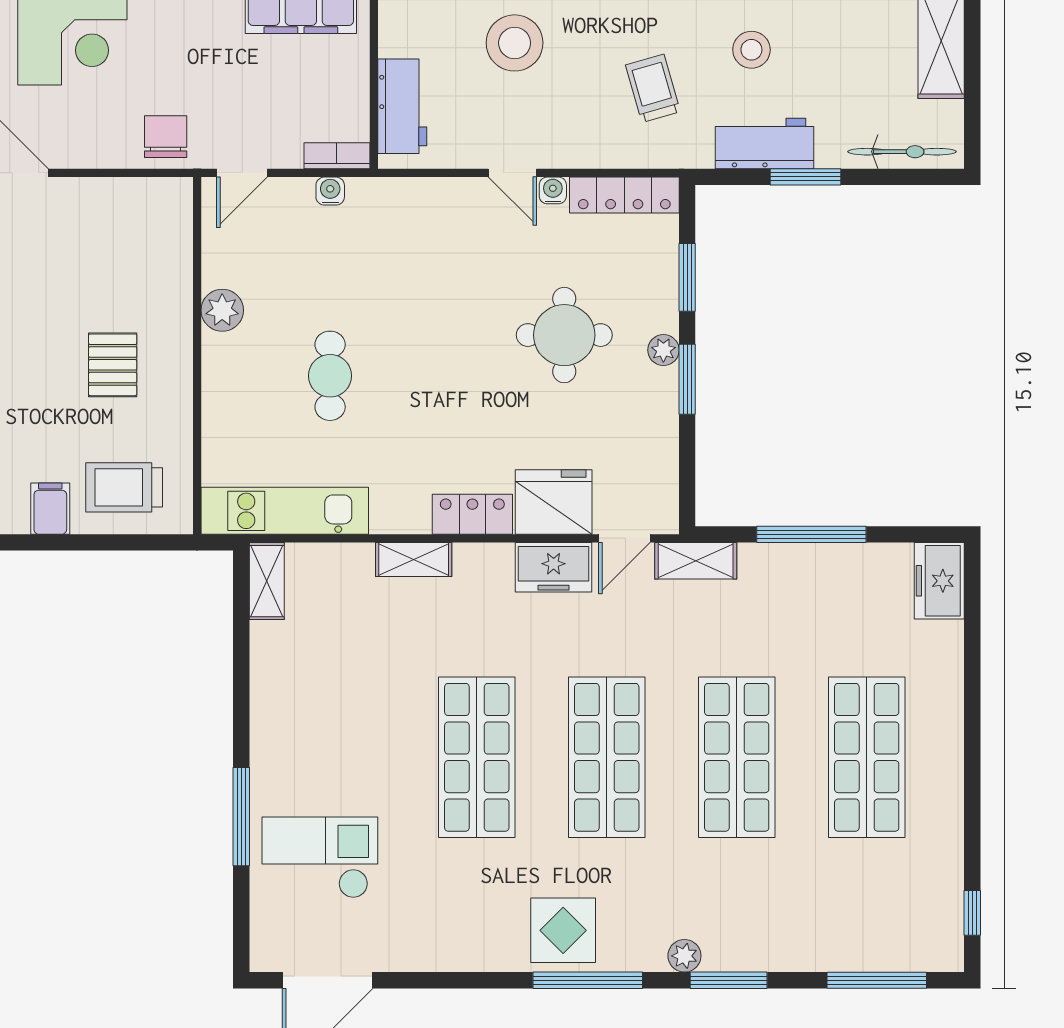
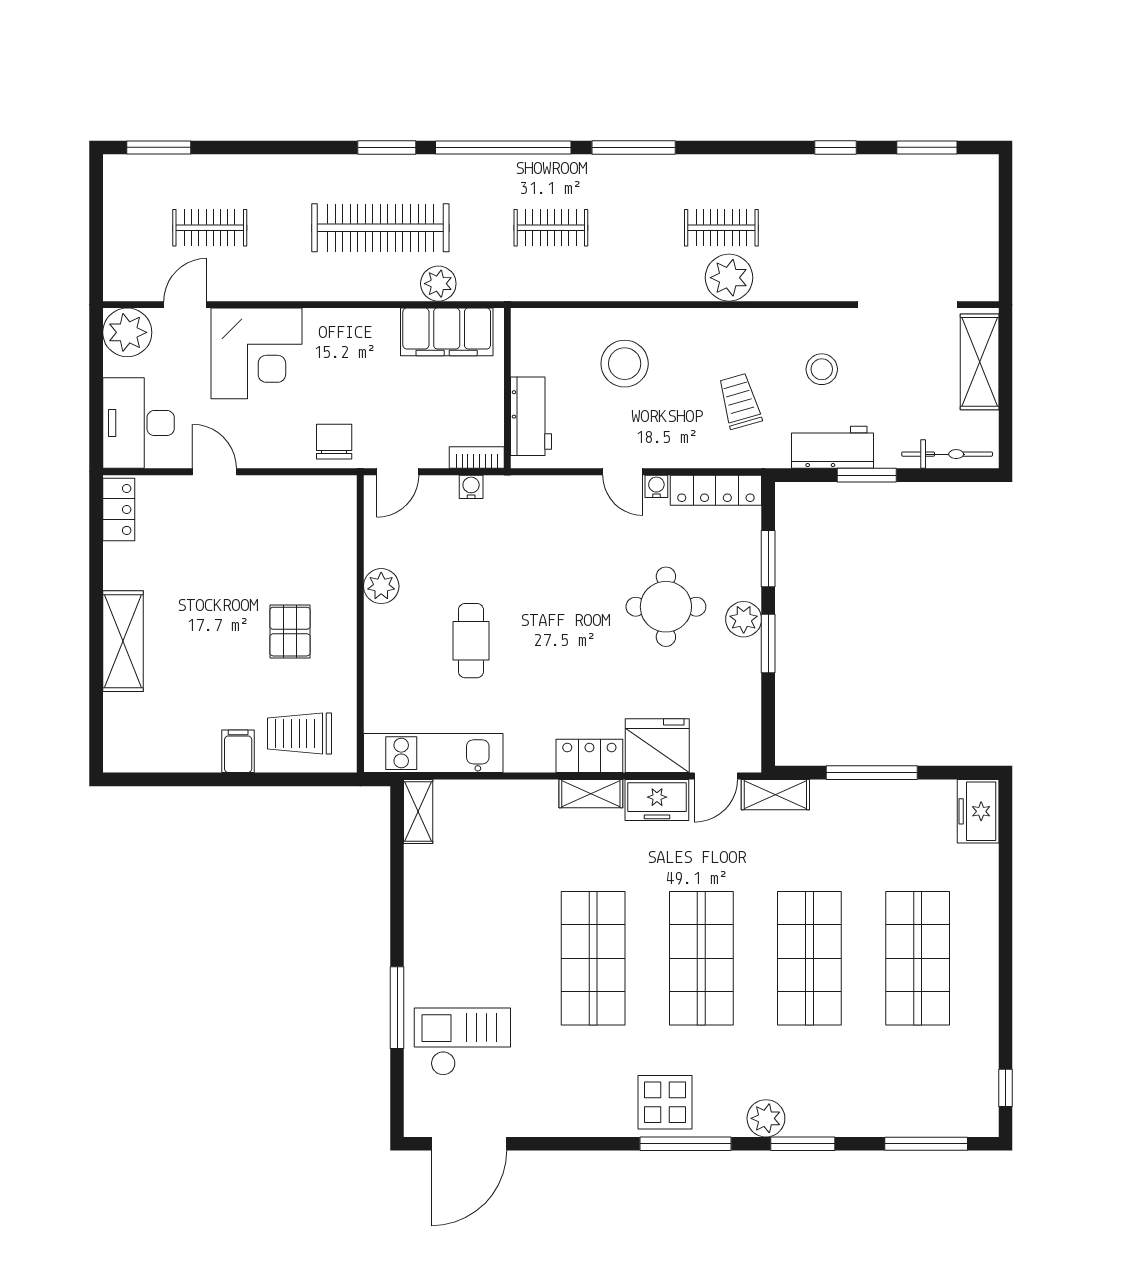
plant: (663, 350) -> (744, 619), width x1.38, depth x1.38
shelving: (414, 560) -> (591, 794), moved
plant: (684, 956) -> (766, 1118), width x1.38, depth x1.38

